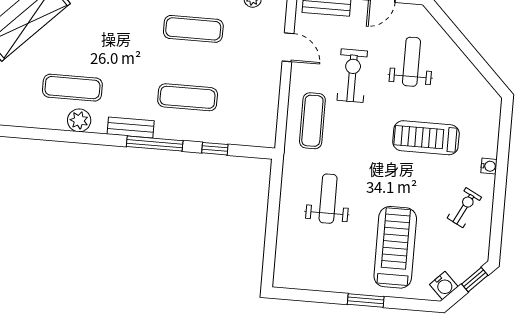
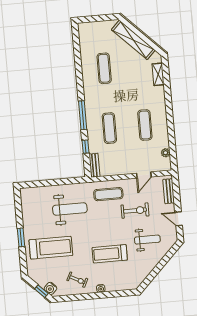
plant: (79, 120) -> (88, 75), removed
bench: (131, 128) -> (94, 165), moved
treadmill: (426, 138) -> (110, 254), turned -90
weight bench: (328, 199) -> (70, 209), width x1.36, depth x1.33
water cooler: (444, 286) -> (50, 288), moved

